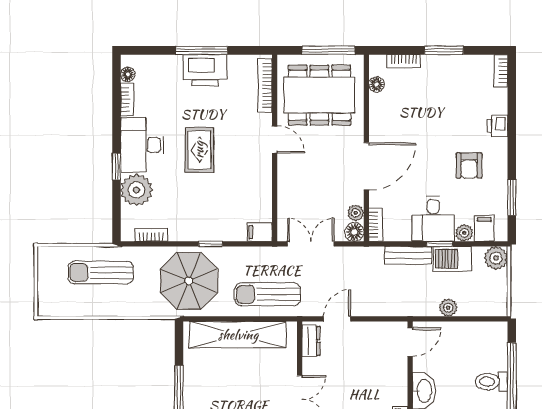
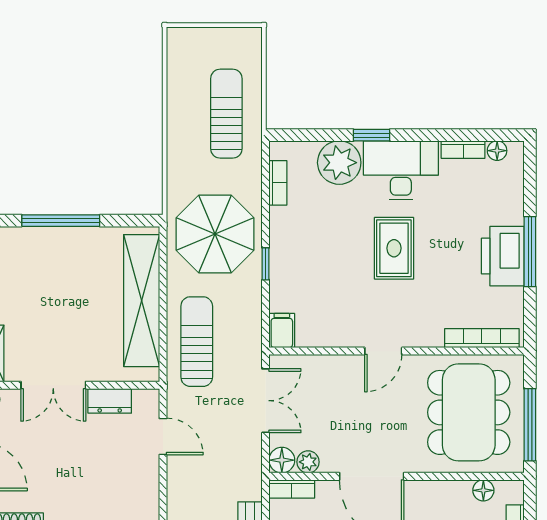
door: (275, 139) -> (383, 351), moved
rug: (199, 150) -> (394, 248), turned 90
dresser: (311, 341) -> (110, 401), moved

